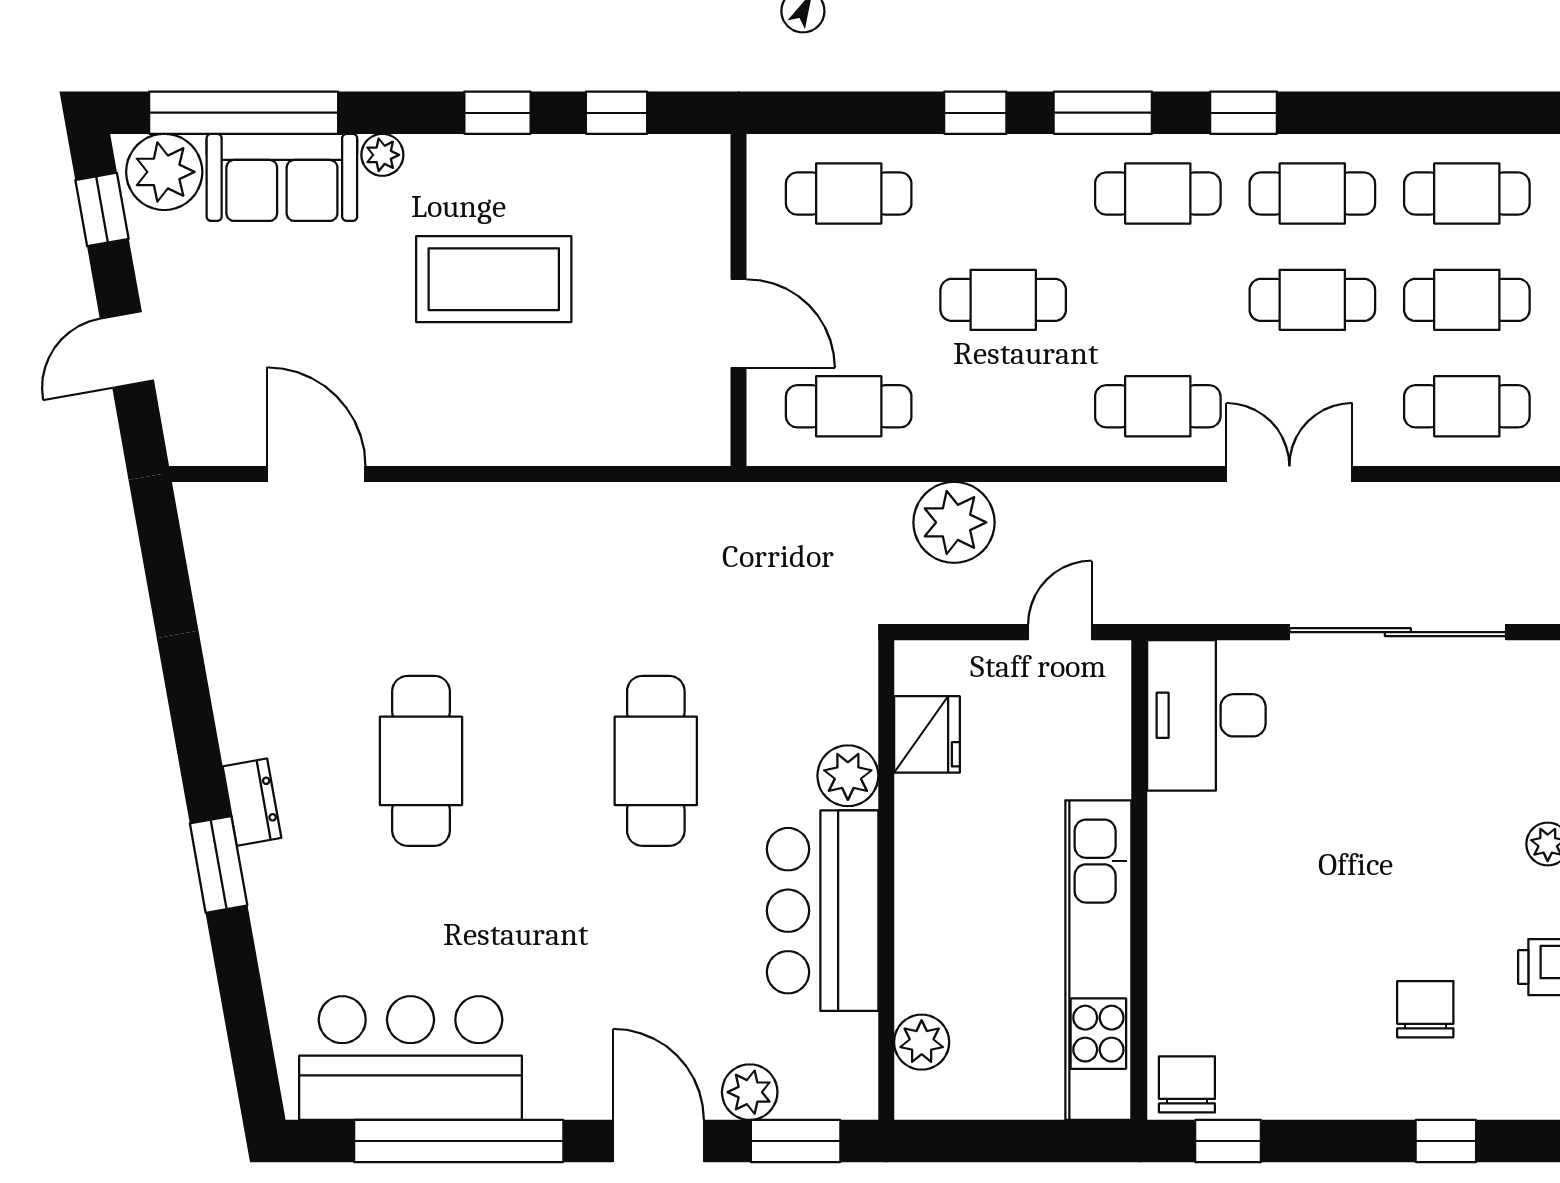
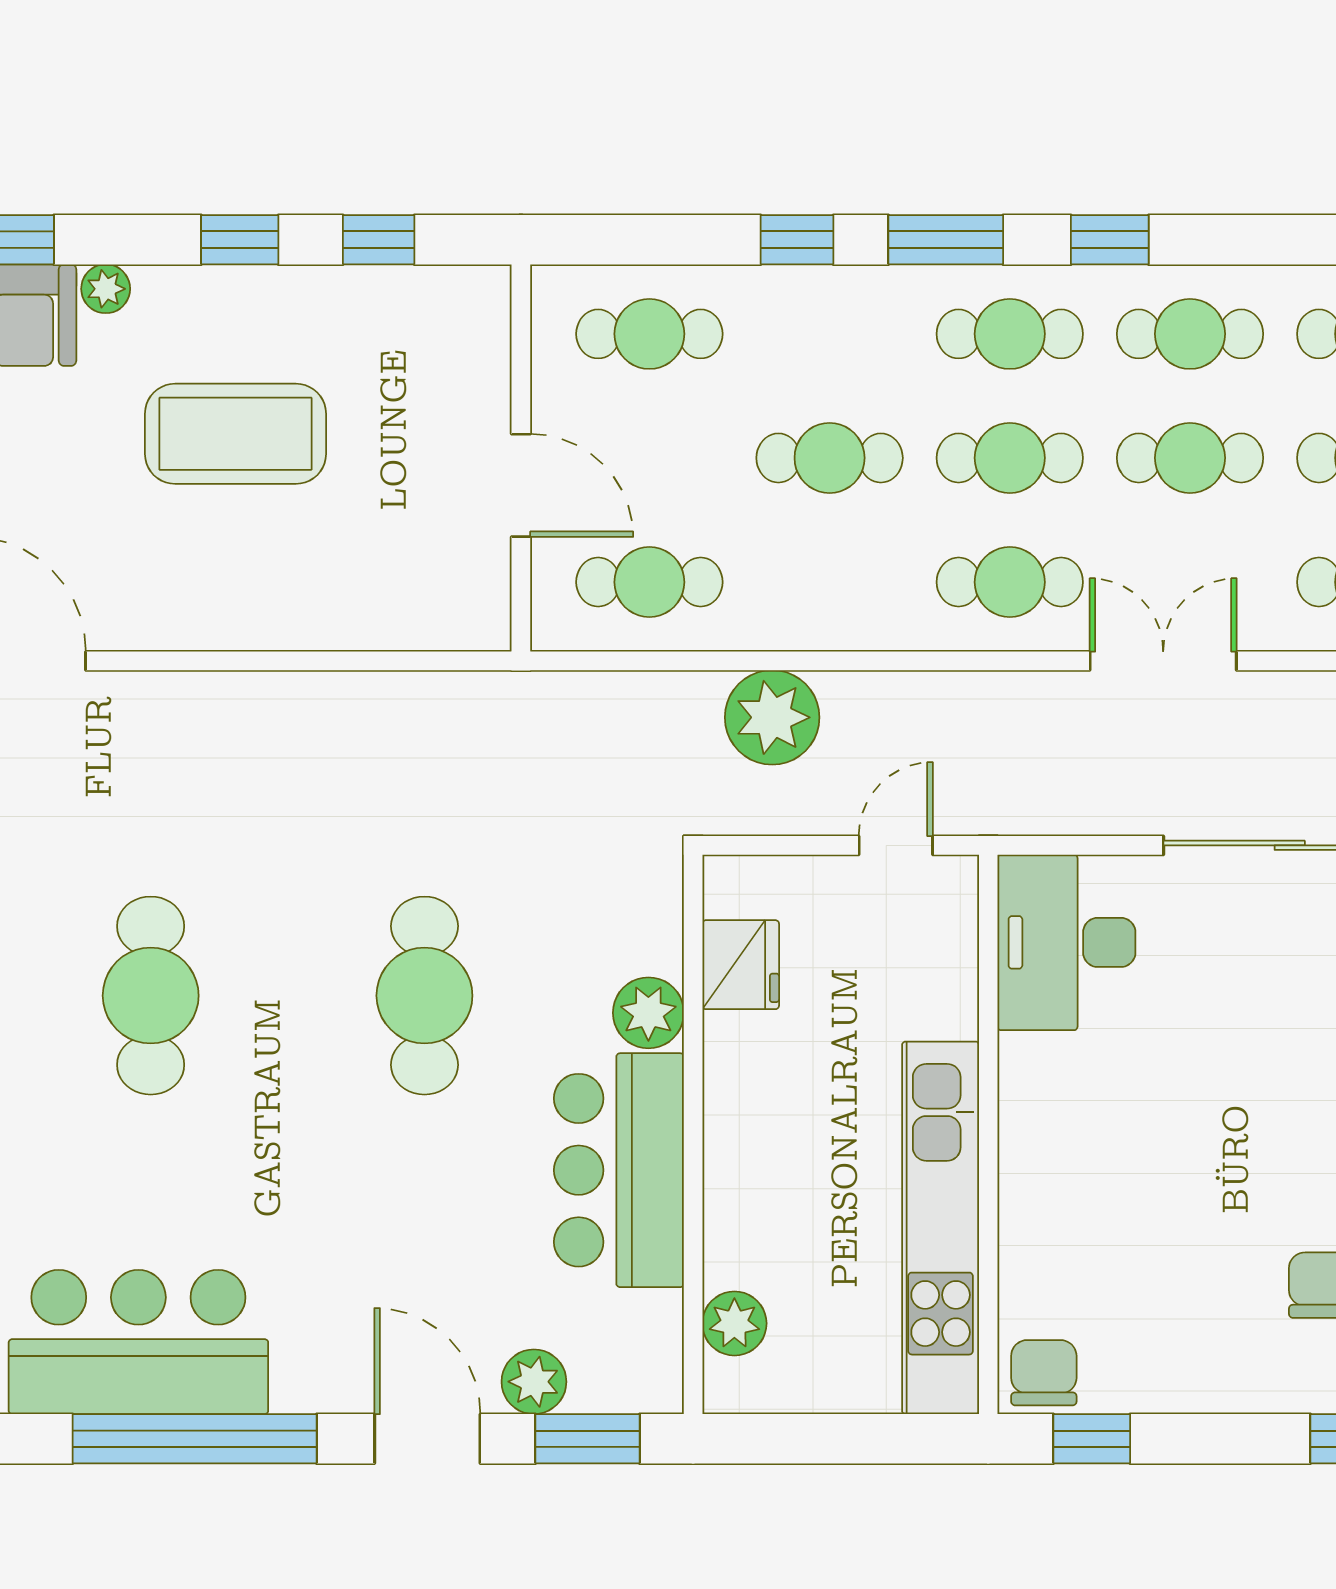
cafe table: (1158, 300) -> (1010, 458), added

